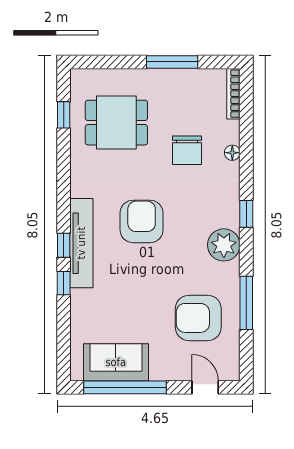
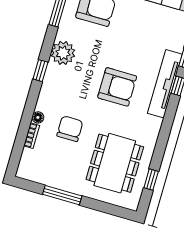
bookcase: (233, 94) -> (32, 136), moved, width x0.64
dining table: (116, 123) -> (115, 163), width x1.38
armchair: (142, 221) -> (117, 87), turned -90

